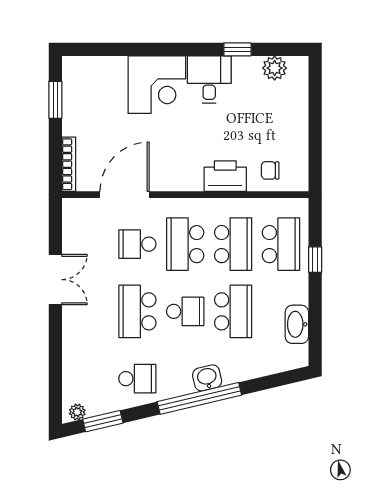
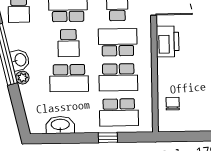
printer: (225, 176) -> (168, 41), moved
plant: (231, 375) -> (22, 78), added

